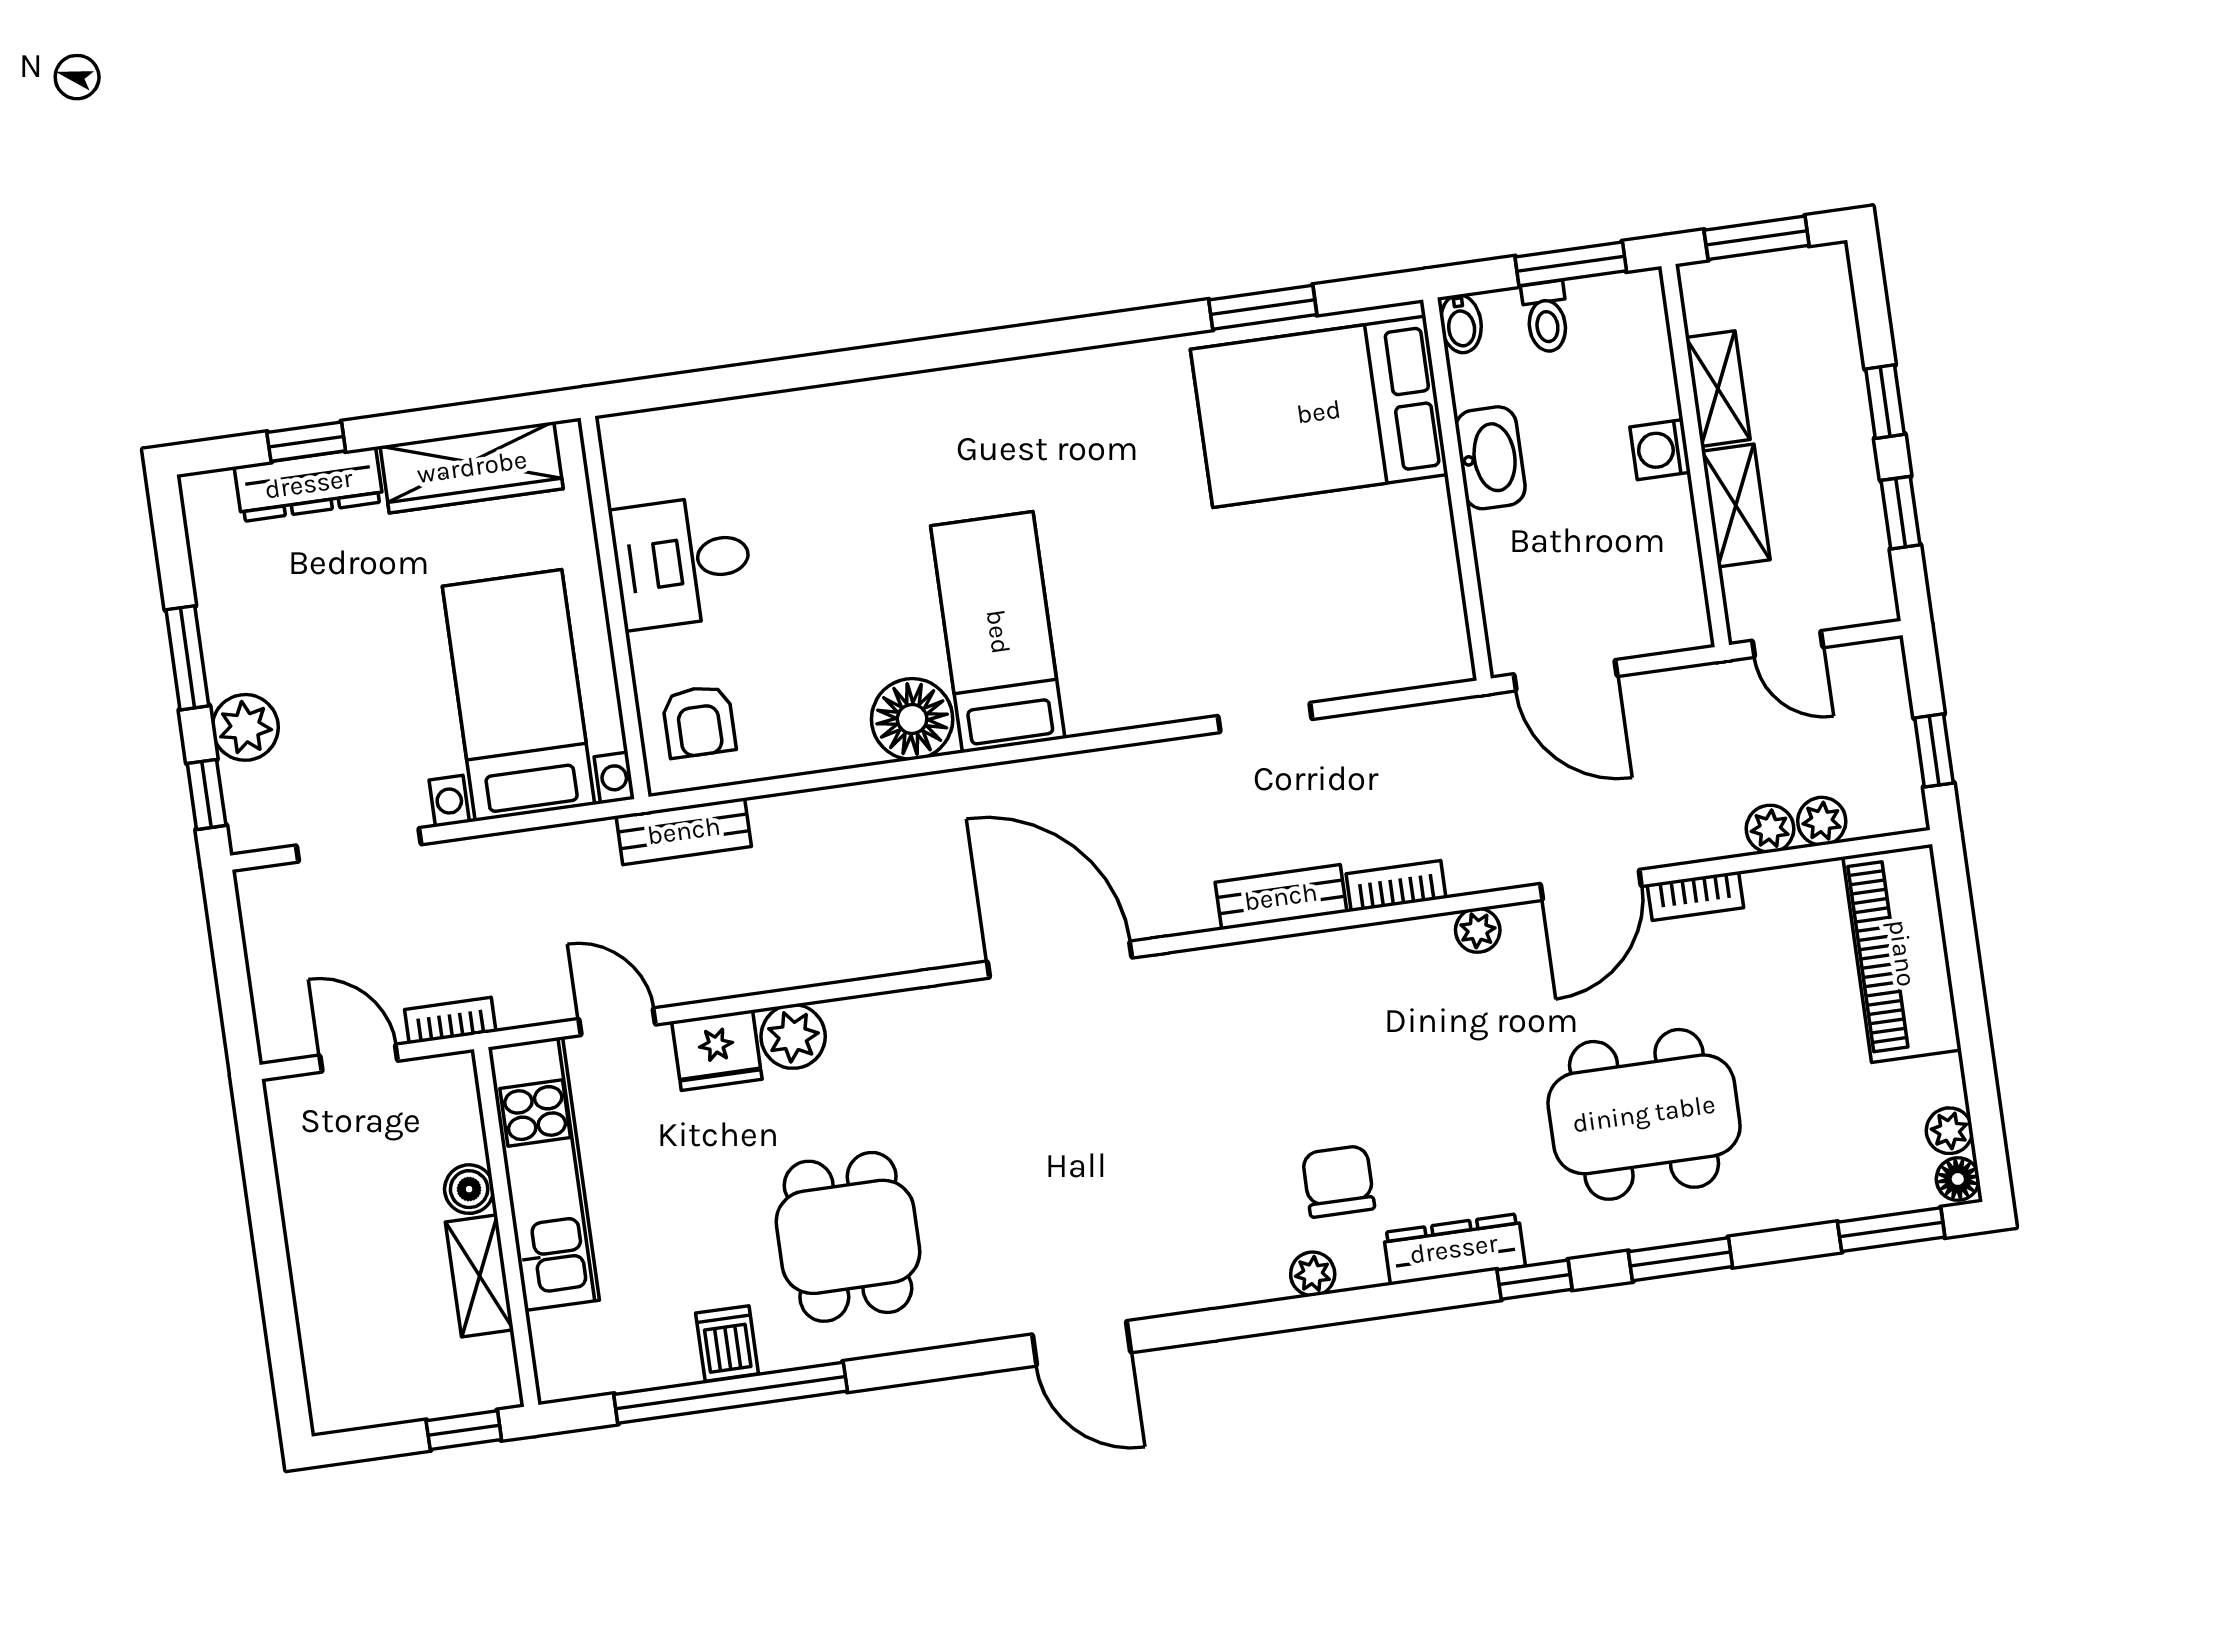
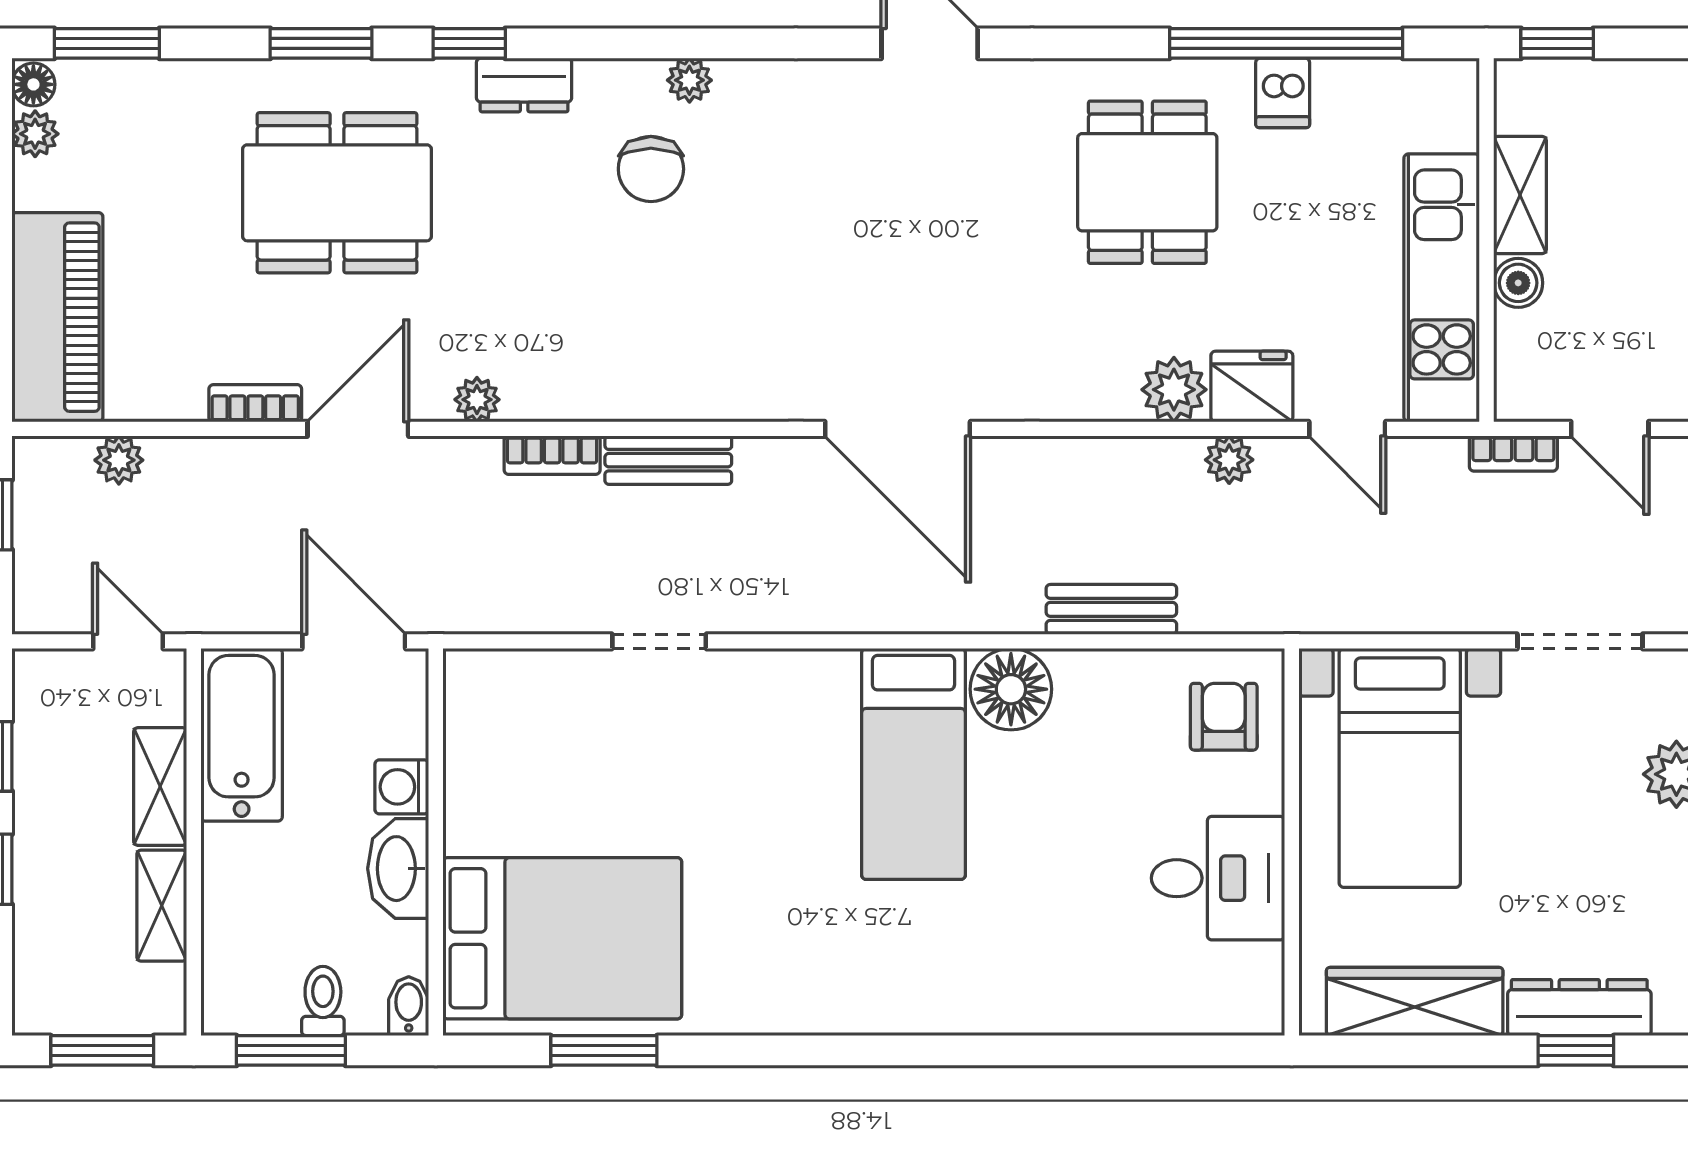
washing machine: (1660, 450) -> (402, 787), moved, turned 180
bathtub: (1663, 568) -> (242, 735), added
plant: (1770, 829) -> (1229, 460), moved
bench: (684, 831) -> (1111, 609), moved
dresser: (1454, 1249) -> (524, 85), width x0.70

